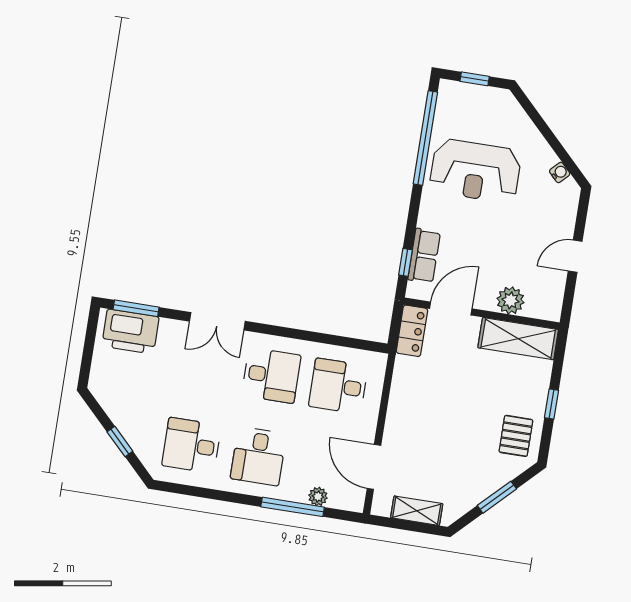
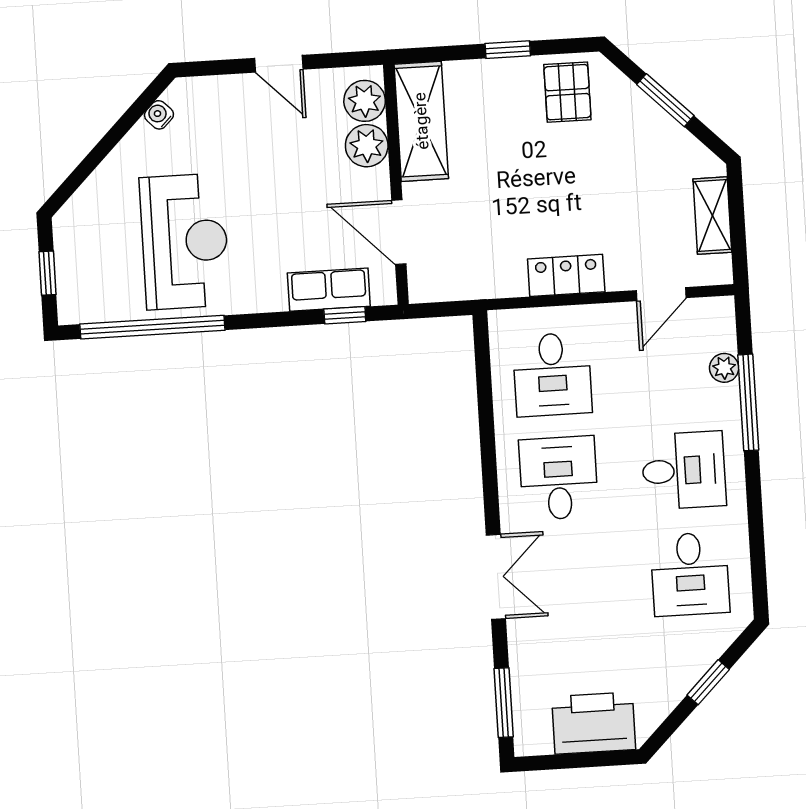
plant: (539, 305) -> (365, 101), added
printer: (130, 331) -> (594, 723), moved, turned -90
locker: (412, 331) -> (566, 275), moved
pallet: (516, 436) -> (567, 92), turned 90
door: (374, 467) -> (661, 294), width x0.73

